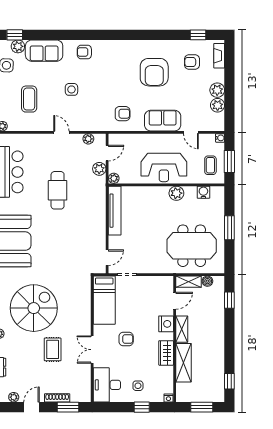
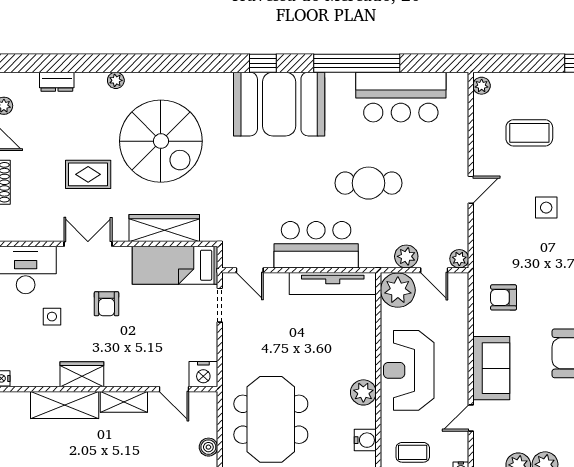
armchair: (123, 114) -> (504, 297), turned 90
plant: (88, 139) -> (459, 259), moved
plant: (114, 178) -> (398, 290), width x1.88, depth x1.88
bar counter: (93, 220) -> (316, 245), added
shelving: (188, 282) -> (207, 414), removed
wardrobe: (83, 306) -> (164, 228), added
nightstand: (166, 324) -> (203, 374), moved
side table: (138, 386) -> (52, 317), moved

